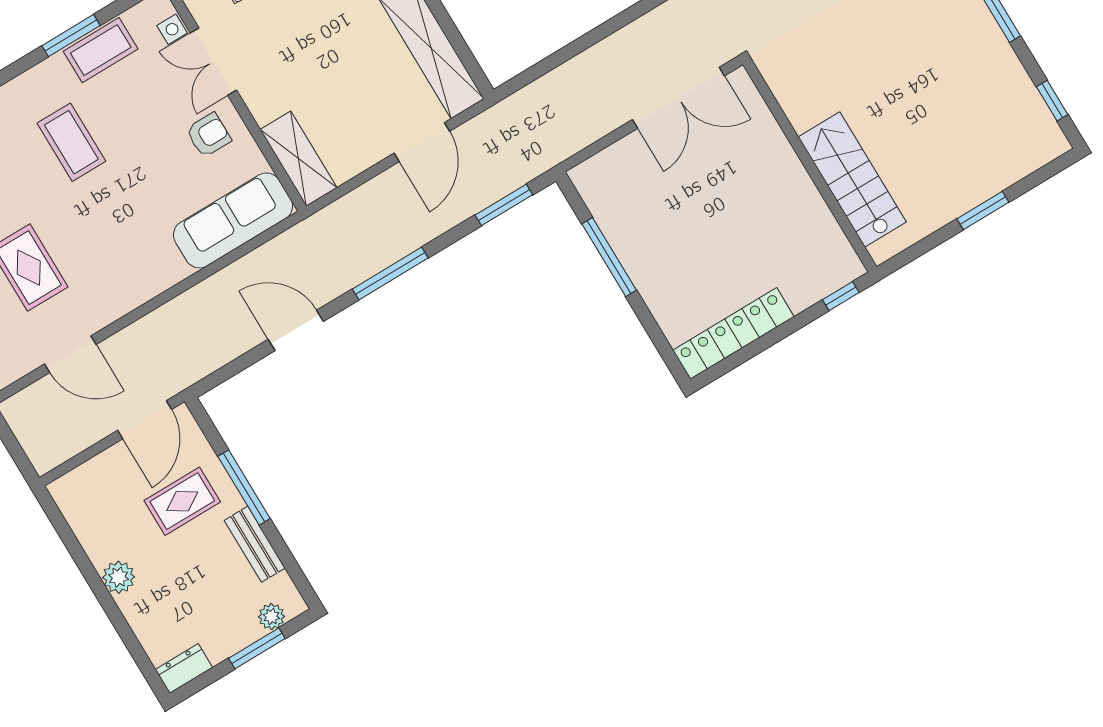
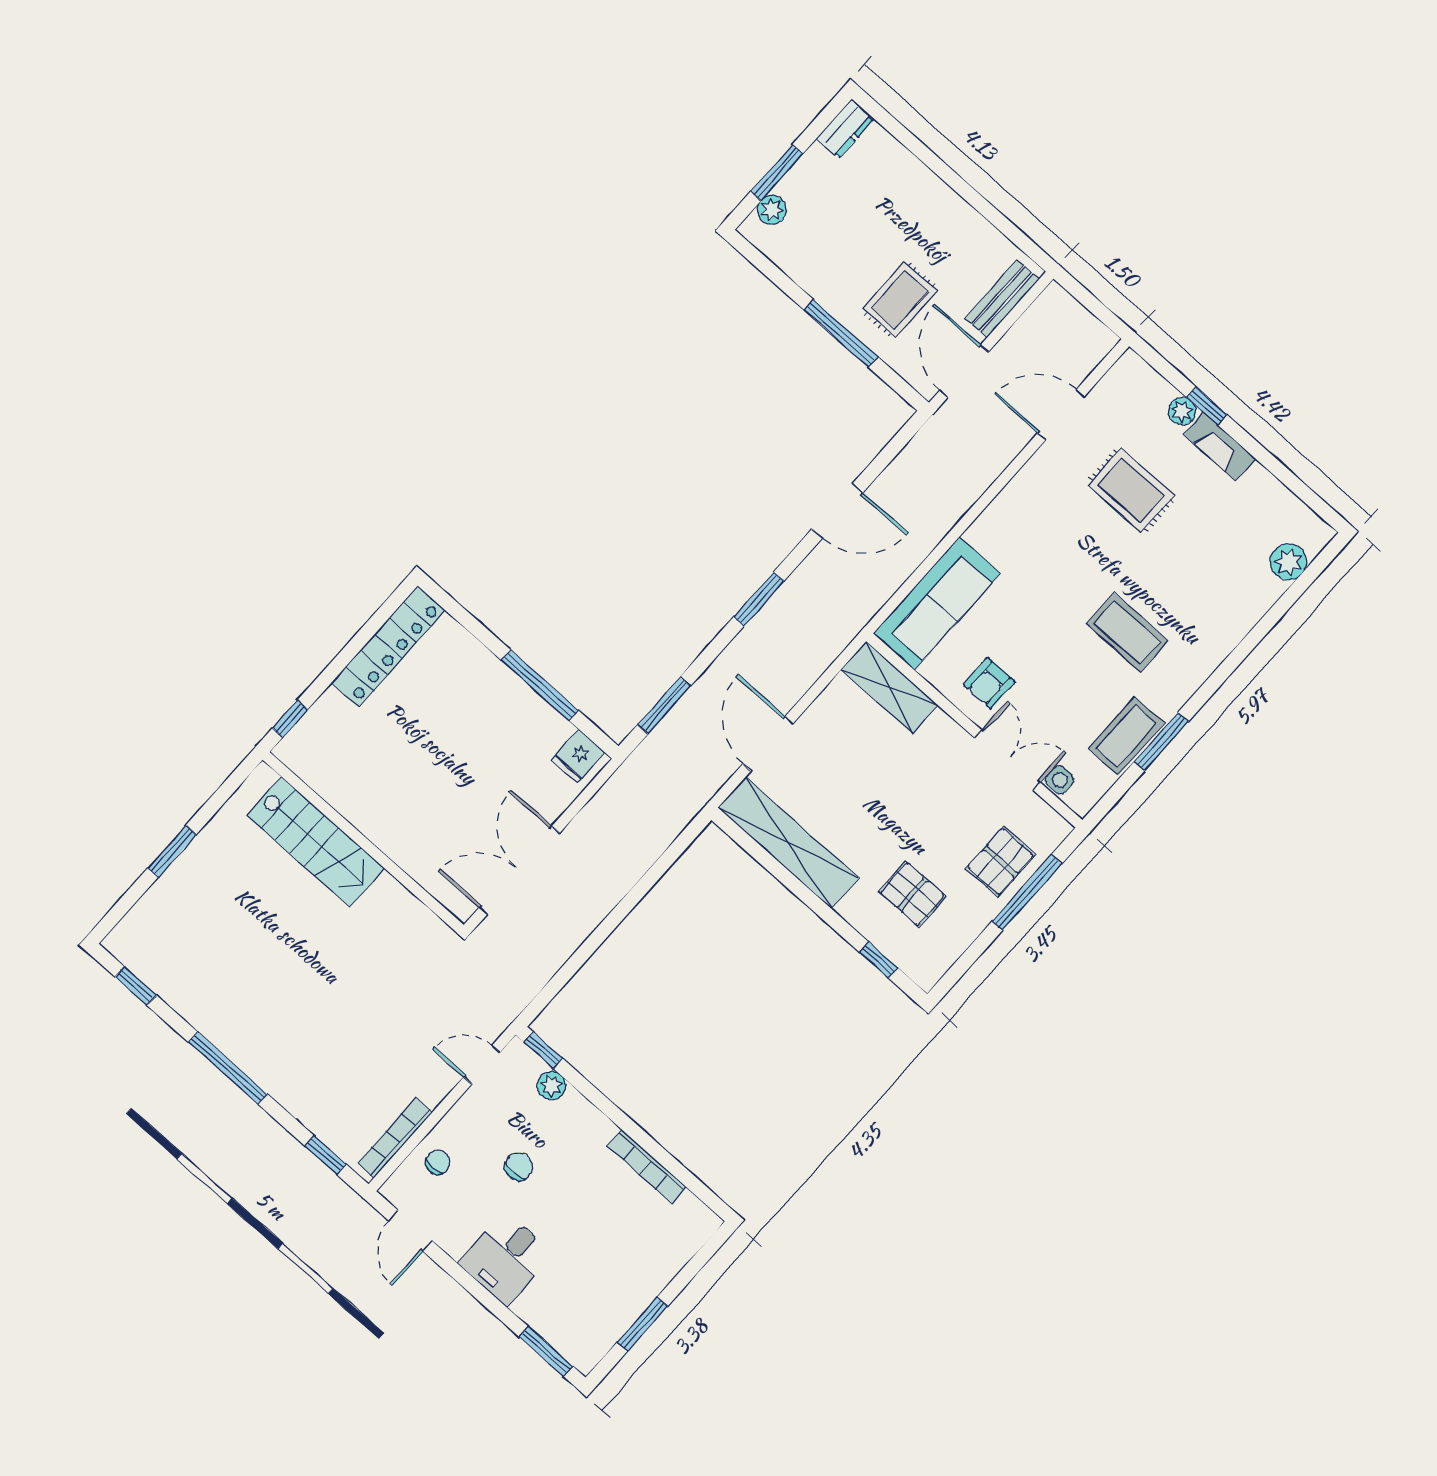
fridge: (595, 183) -> (578, 756), added
window: (390, 273) -> (759, 599), width x0.69
bench: (255, 544) -> (1002, 299), moved, turned 90
plant: (119, 577) -> (941, 202), removed

